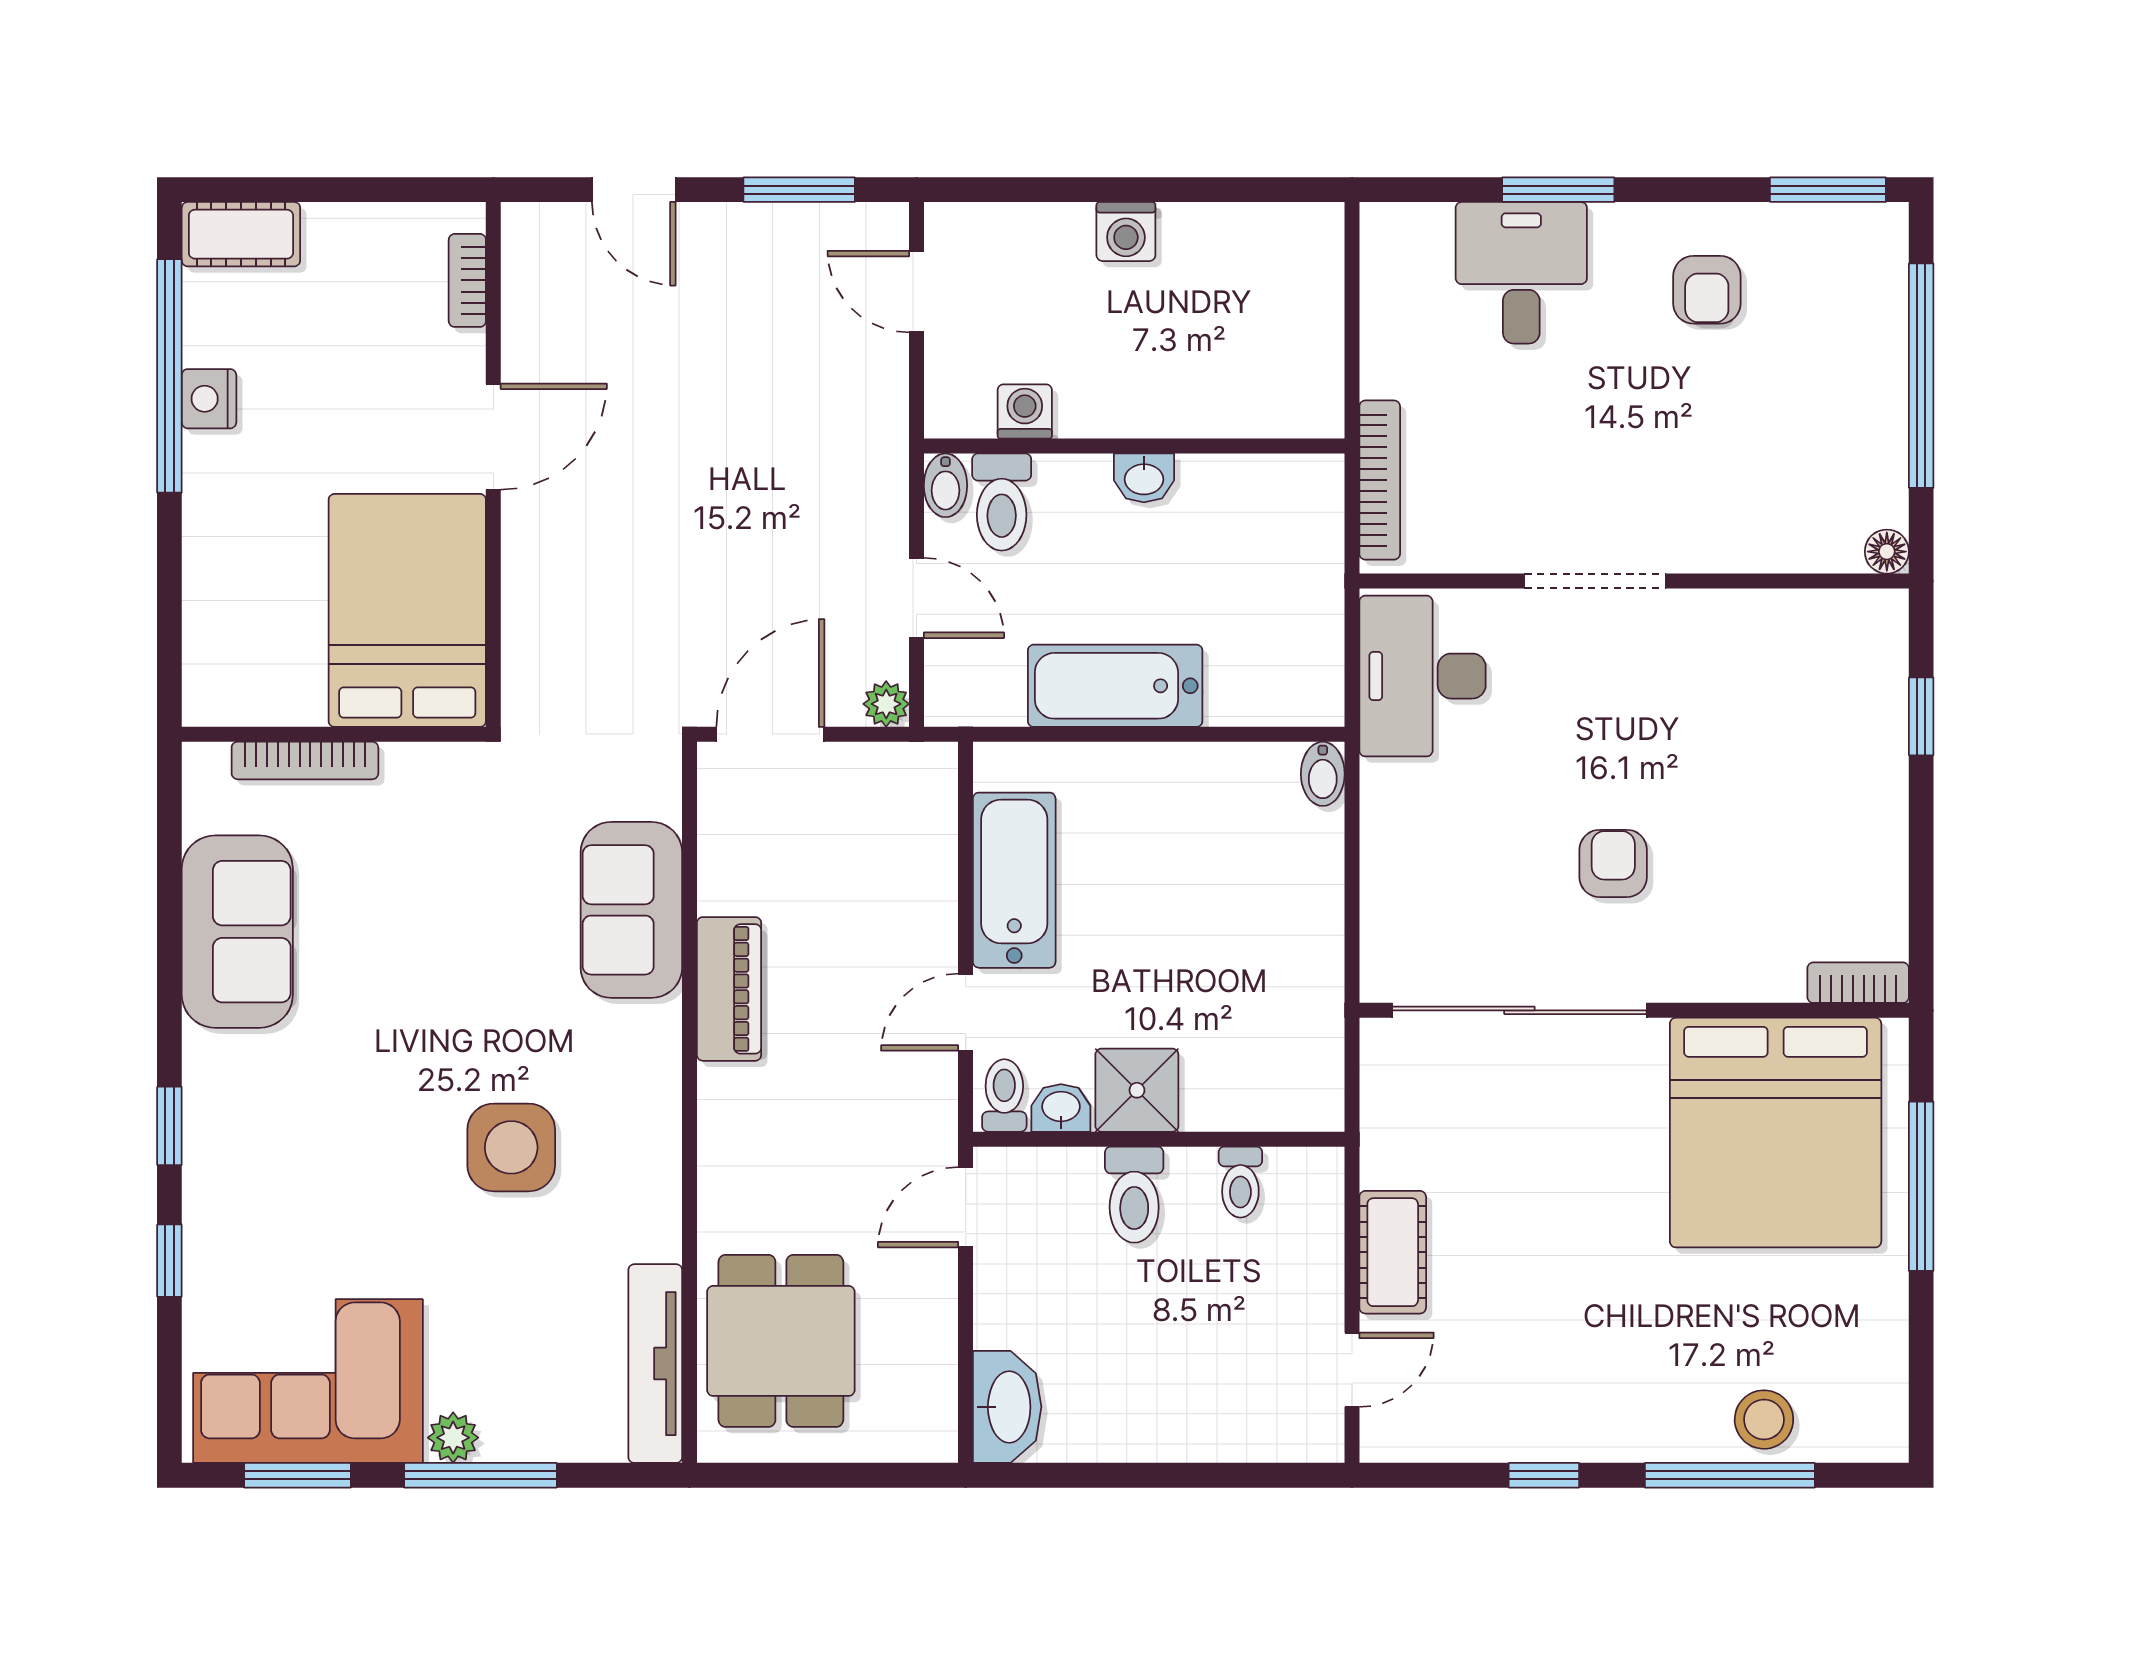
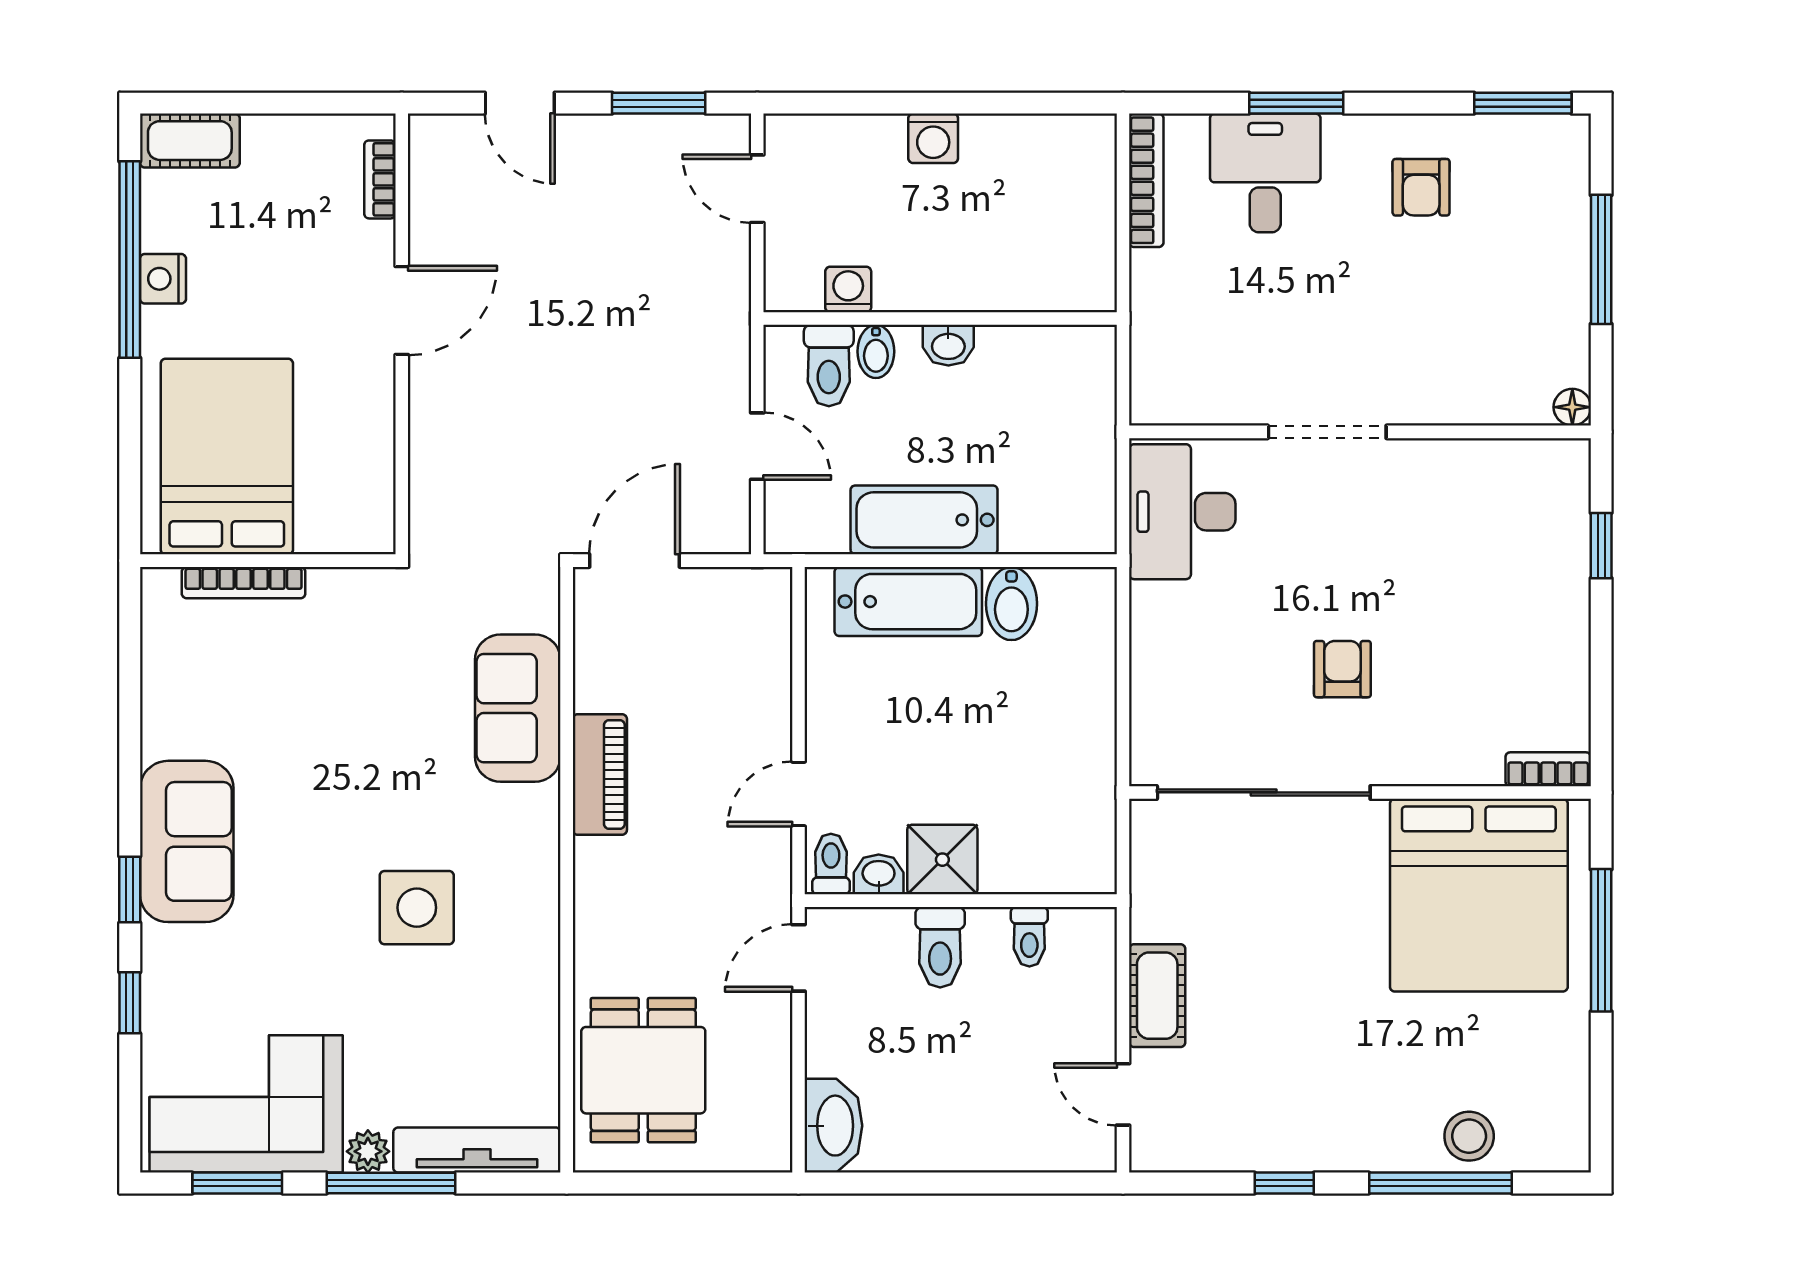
window: (1921, 376) -> (1601, 259), width x0.68
bookcase: (1380, 480) -> (1146, 180), moved
bidet: (946, 485) -> (876, 351), moved
bed: (407, 610) -> (227, 457), moved
plant: (886, 704) -> (732, 535), removed
bidet: (1323, 774) -> (1011, 604), moved, width x1.38, depth x1.36
bathtub: (1014, 880) -> (908, 602), moved, turned 90
sofa: (237, 932) -> (187, 841), moved
tv unit: (655, 1364) -> (477, 1150), moved, turned 90
door: (1352, 1370) -> (1123, 1094), swing flipped

